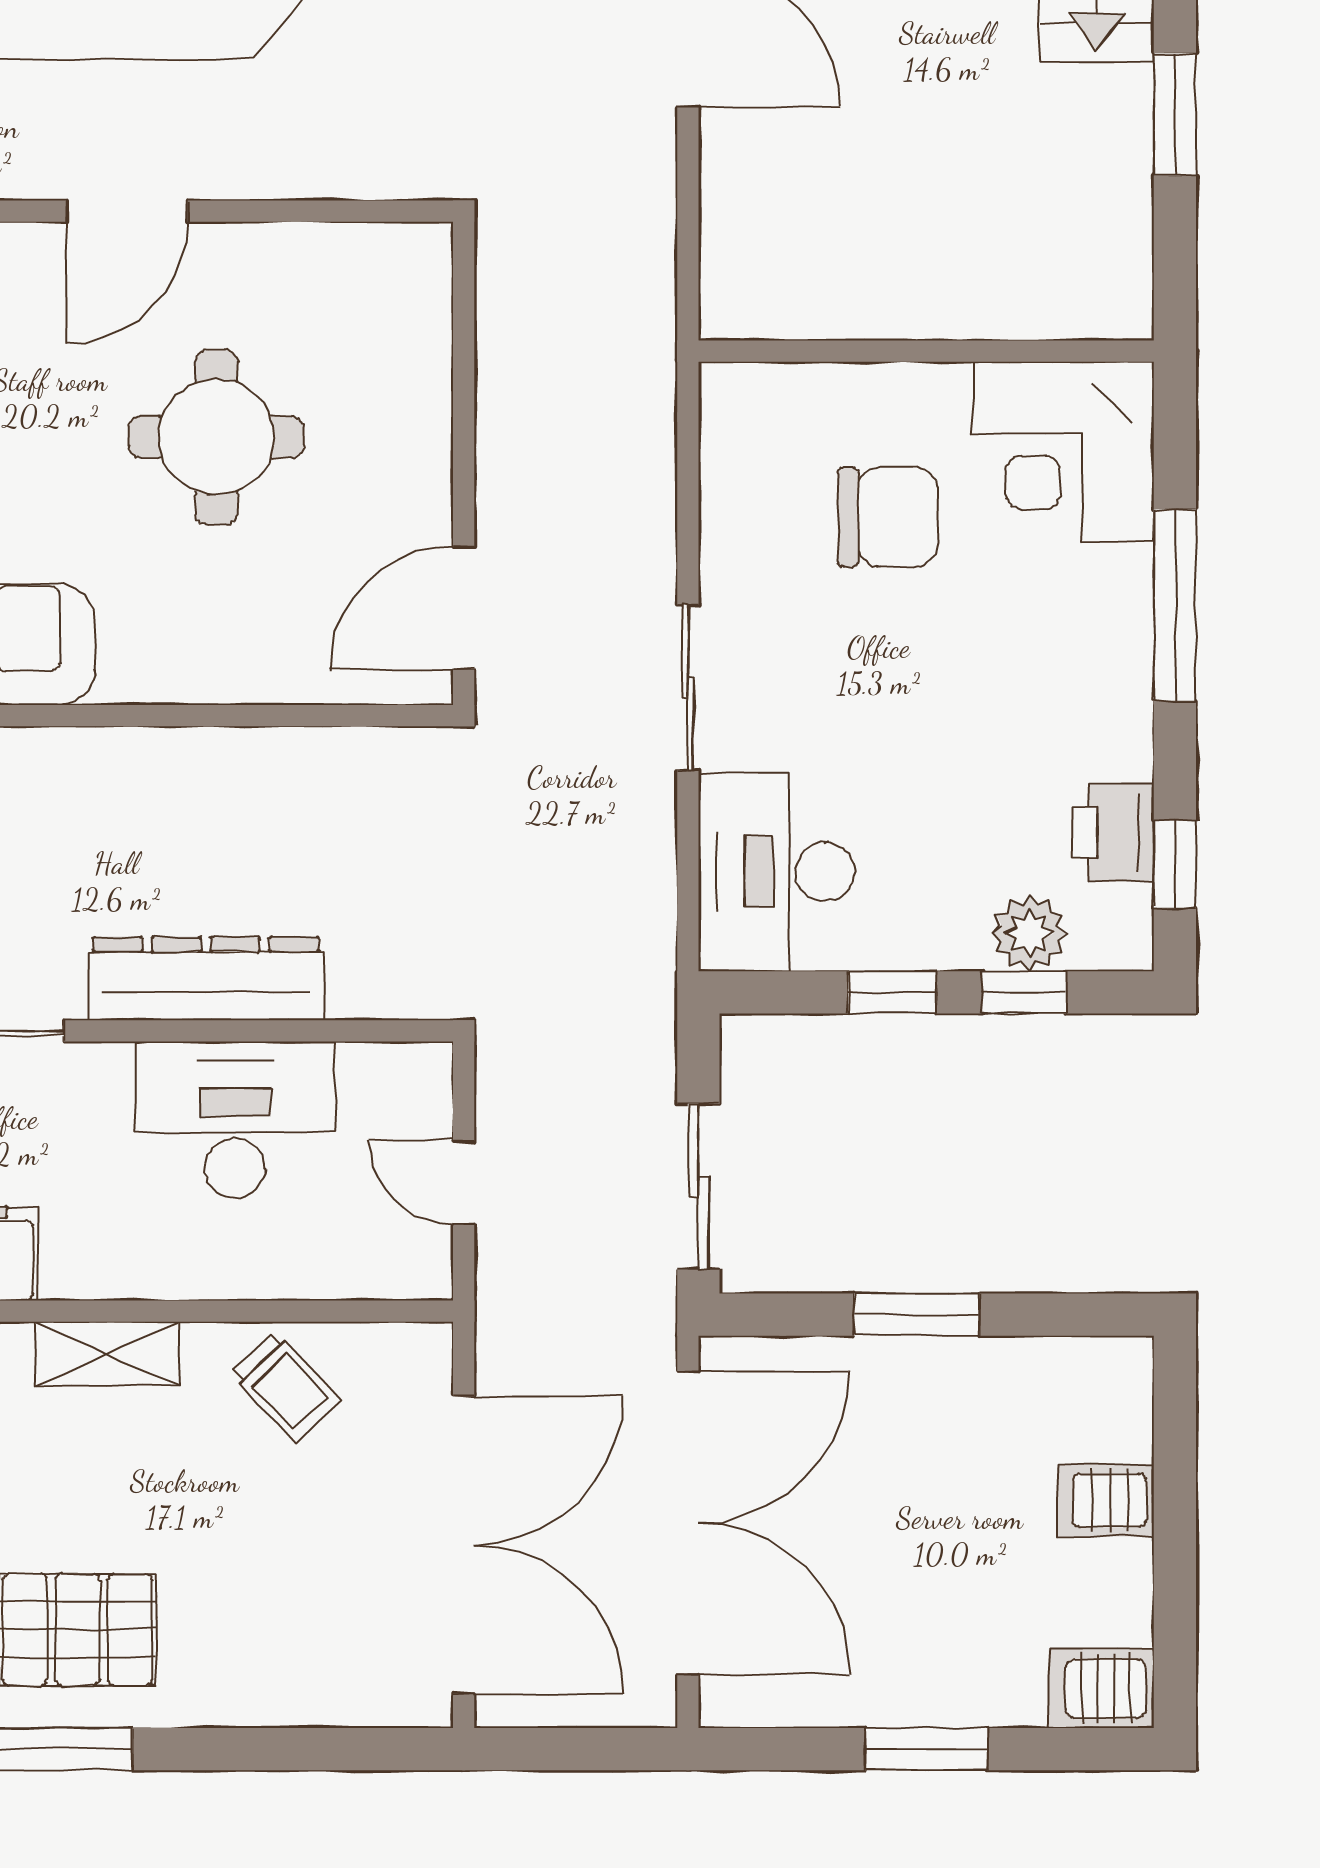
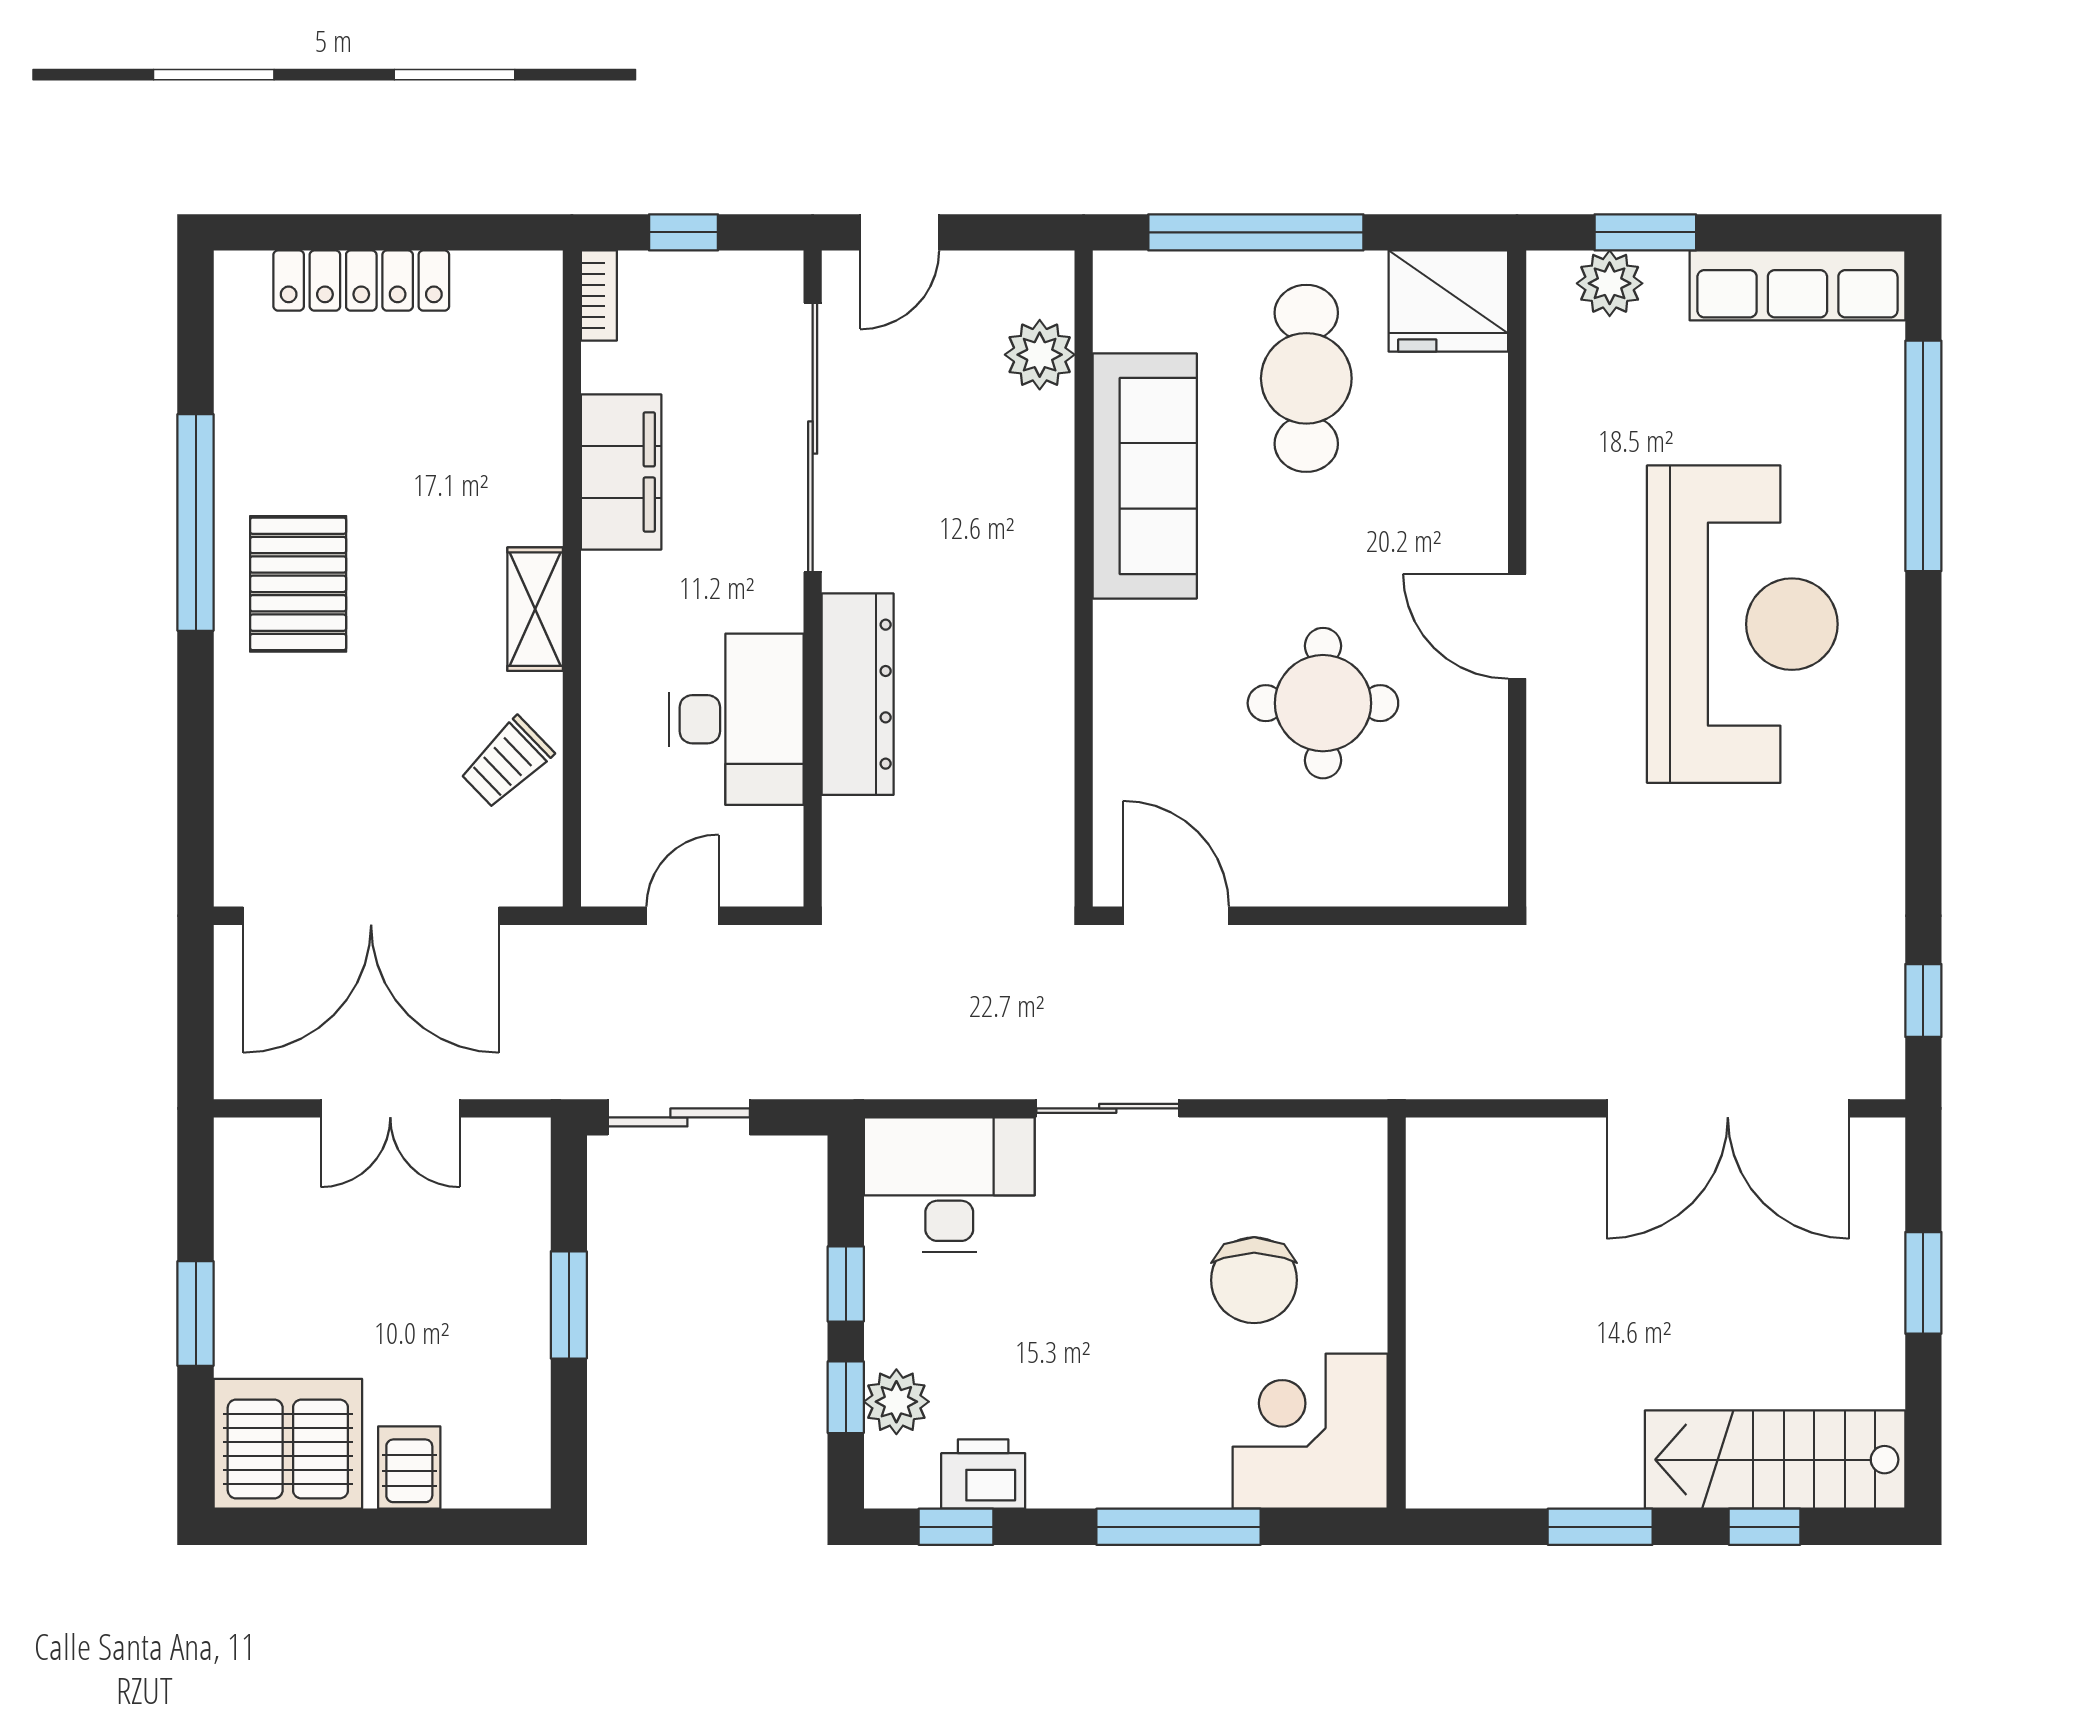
double door: (688, 1522) -> (390, 1108), width x0.54
server rack: (1101, 1688) -> (288, 1444), width x2.18, depth x1.44

